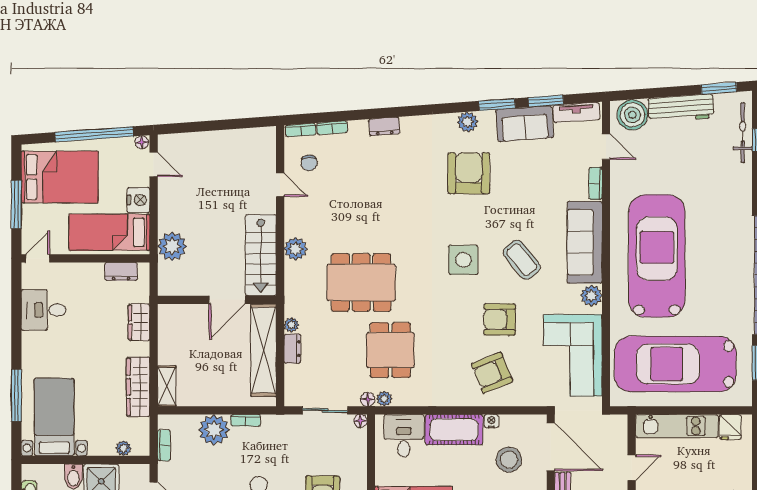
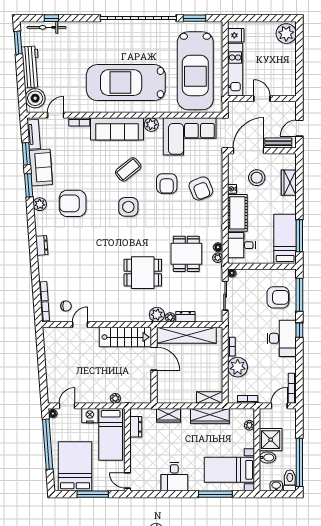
dresser: (384, 126) -> (42, 245), moved
plant: (172, 246) -> (115, 398), width x0.53, depth x0.53
plant: (296, 249) -> (157, 315), moved
dining table: (361, 282) -> (143, 273), width x0.73
desk: (44, 310) -> (174, 477), moved
dining table: (390, 350) -> (186, 254), turned 90
floor lamp: (368, 399) -> (218, 247), moved

